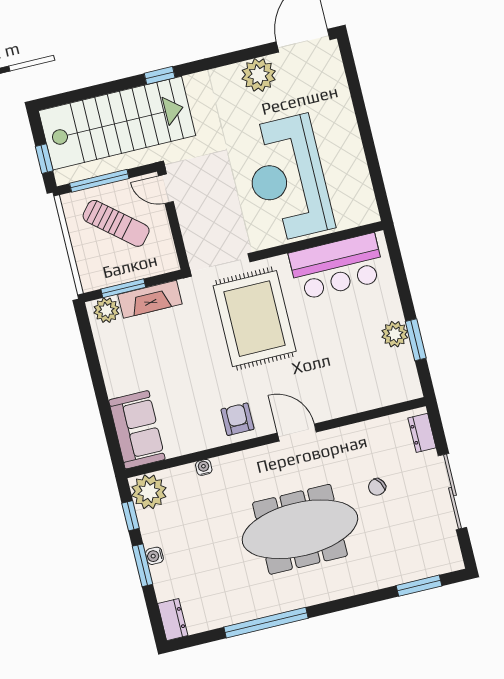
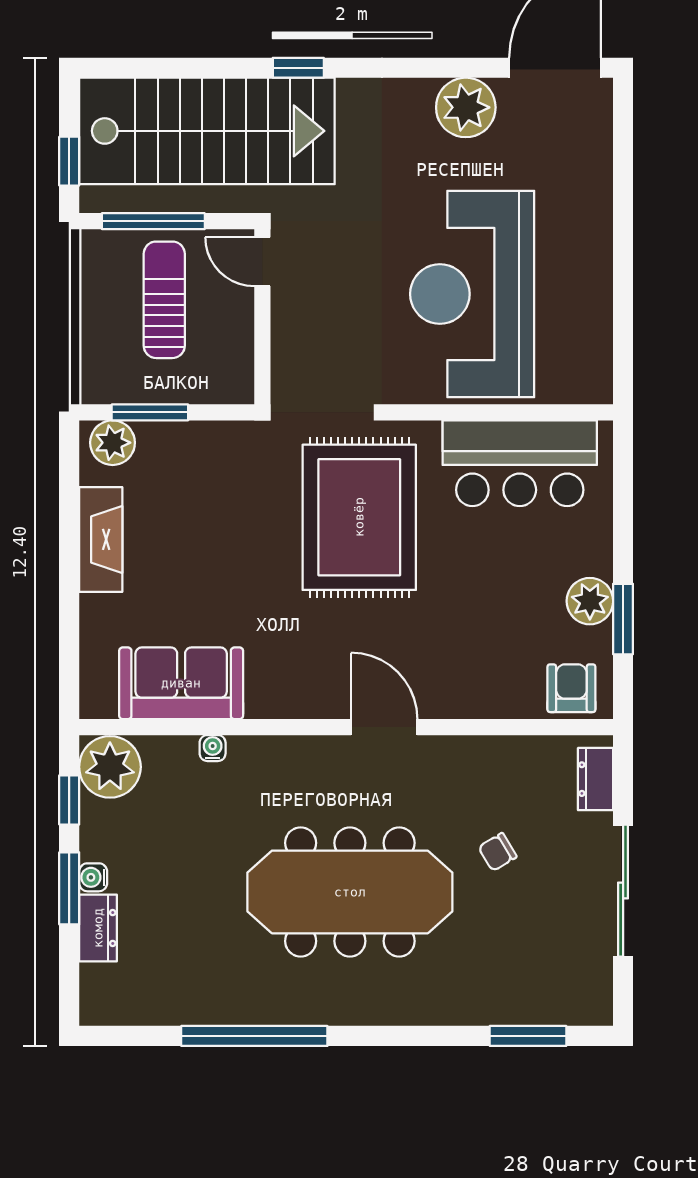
sun lounger: (116, 223) -> (164, 300), turned -130
fireplace: (150, 299) -> (101, 539), moved, turned -90
armchair: (237, 419) -> (571, 688), moved
sofa: (137, 430) -> (181, 683), moved, turned -90
dresser: (173, 620) -> (98, 928), moved

